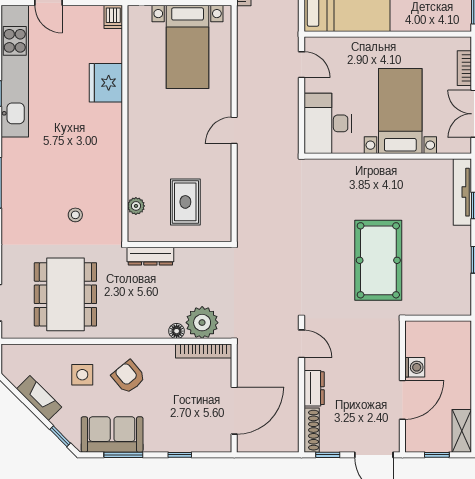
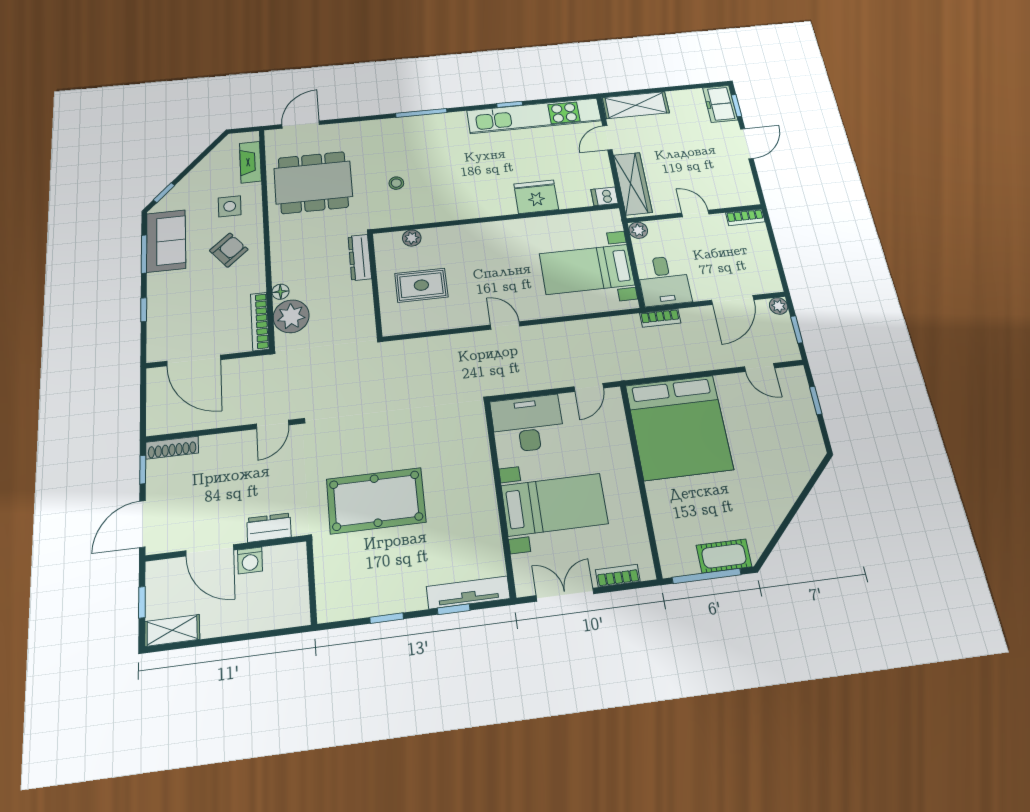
dresser: (314, 388) -> (269, 528), moved, turned 180
fireplace: (39, 398) -> (250, 162), moved, turned 135

